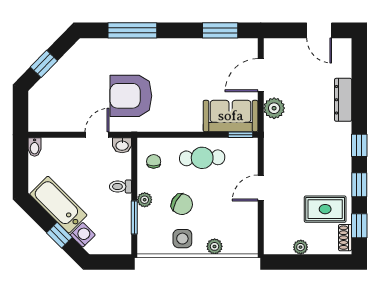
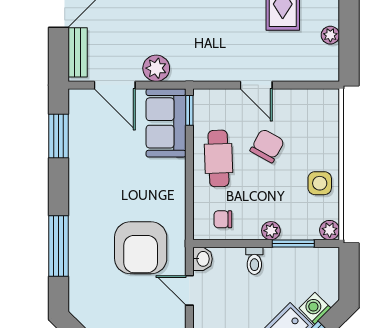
bench: (287, 46) -> (78, 52), added
chair: (182, 204) -> (267, 146), moved
plant: (215, 246) -> (330, 230), moved

